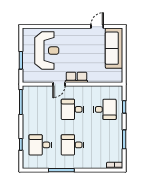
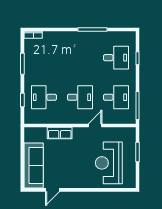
row of seats: (76, 77) -> (60, 133), moved
desk: (73, 145) -> (116, 97), moved

